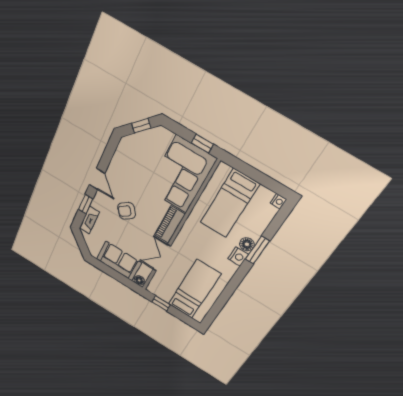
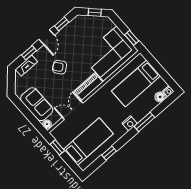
window: (107, 156) -> (62, 24), added
floor lamp: (247, 244) -> (160, 97), moved
window: (224, 297) -> (109, 153), added

